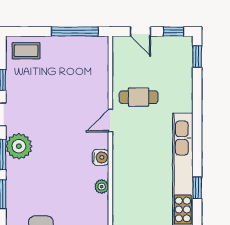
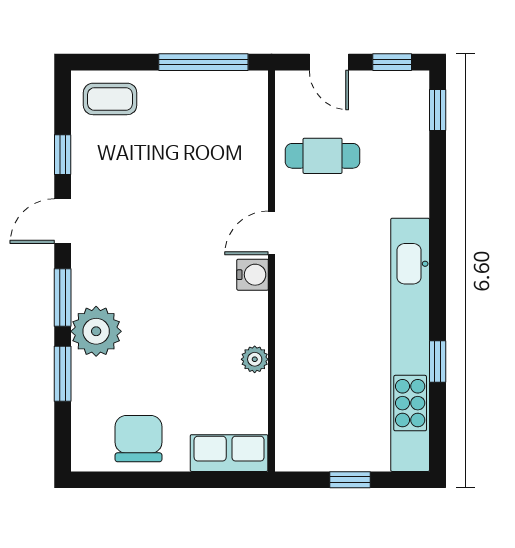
cafe table: (139, 97) -> (323, 156), moved
plant: (19, 146) -> (96, 331), moved
water cooler: (101, 157) -> (253, 275), moved

